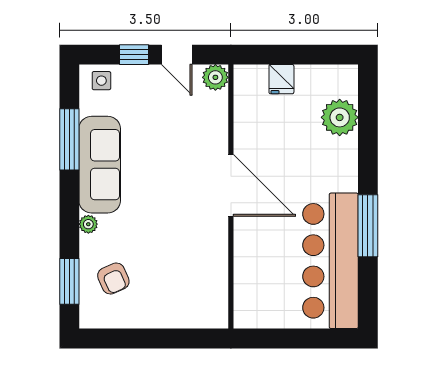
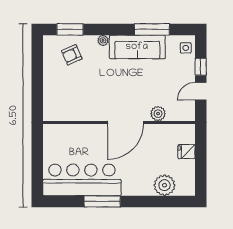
plant: (215, 77) -> (158, 114), moved

